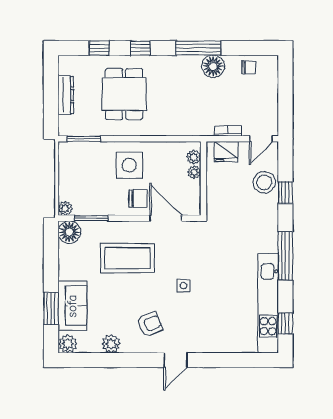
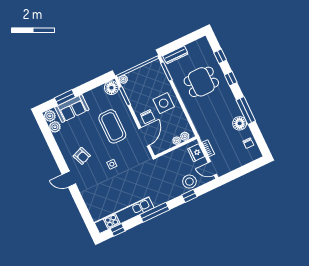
dresser: (66, 95) -> (175, 55), moved
plant: (111, 344) -> (55, 127), moved

